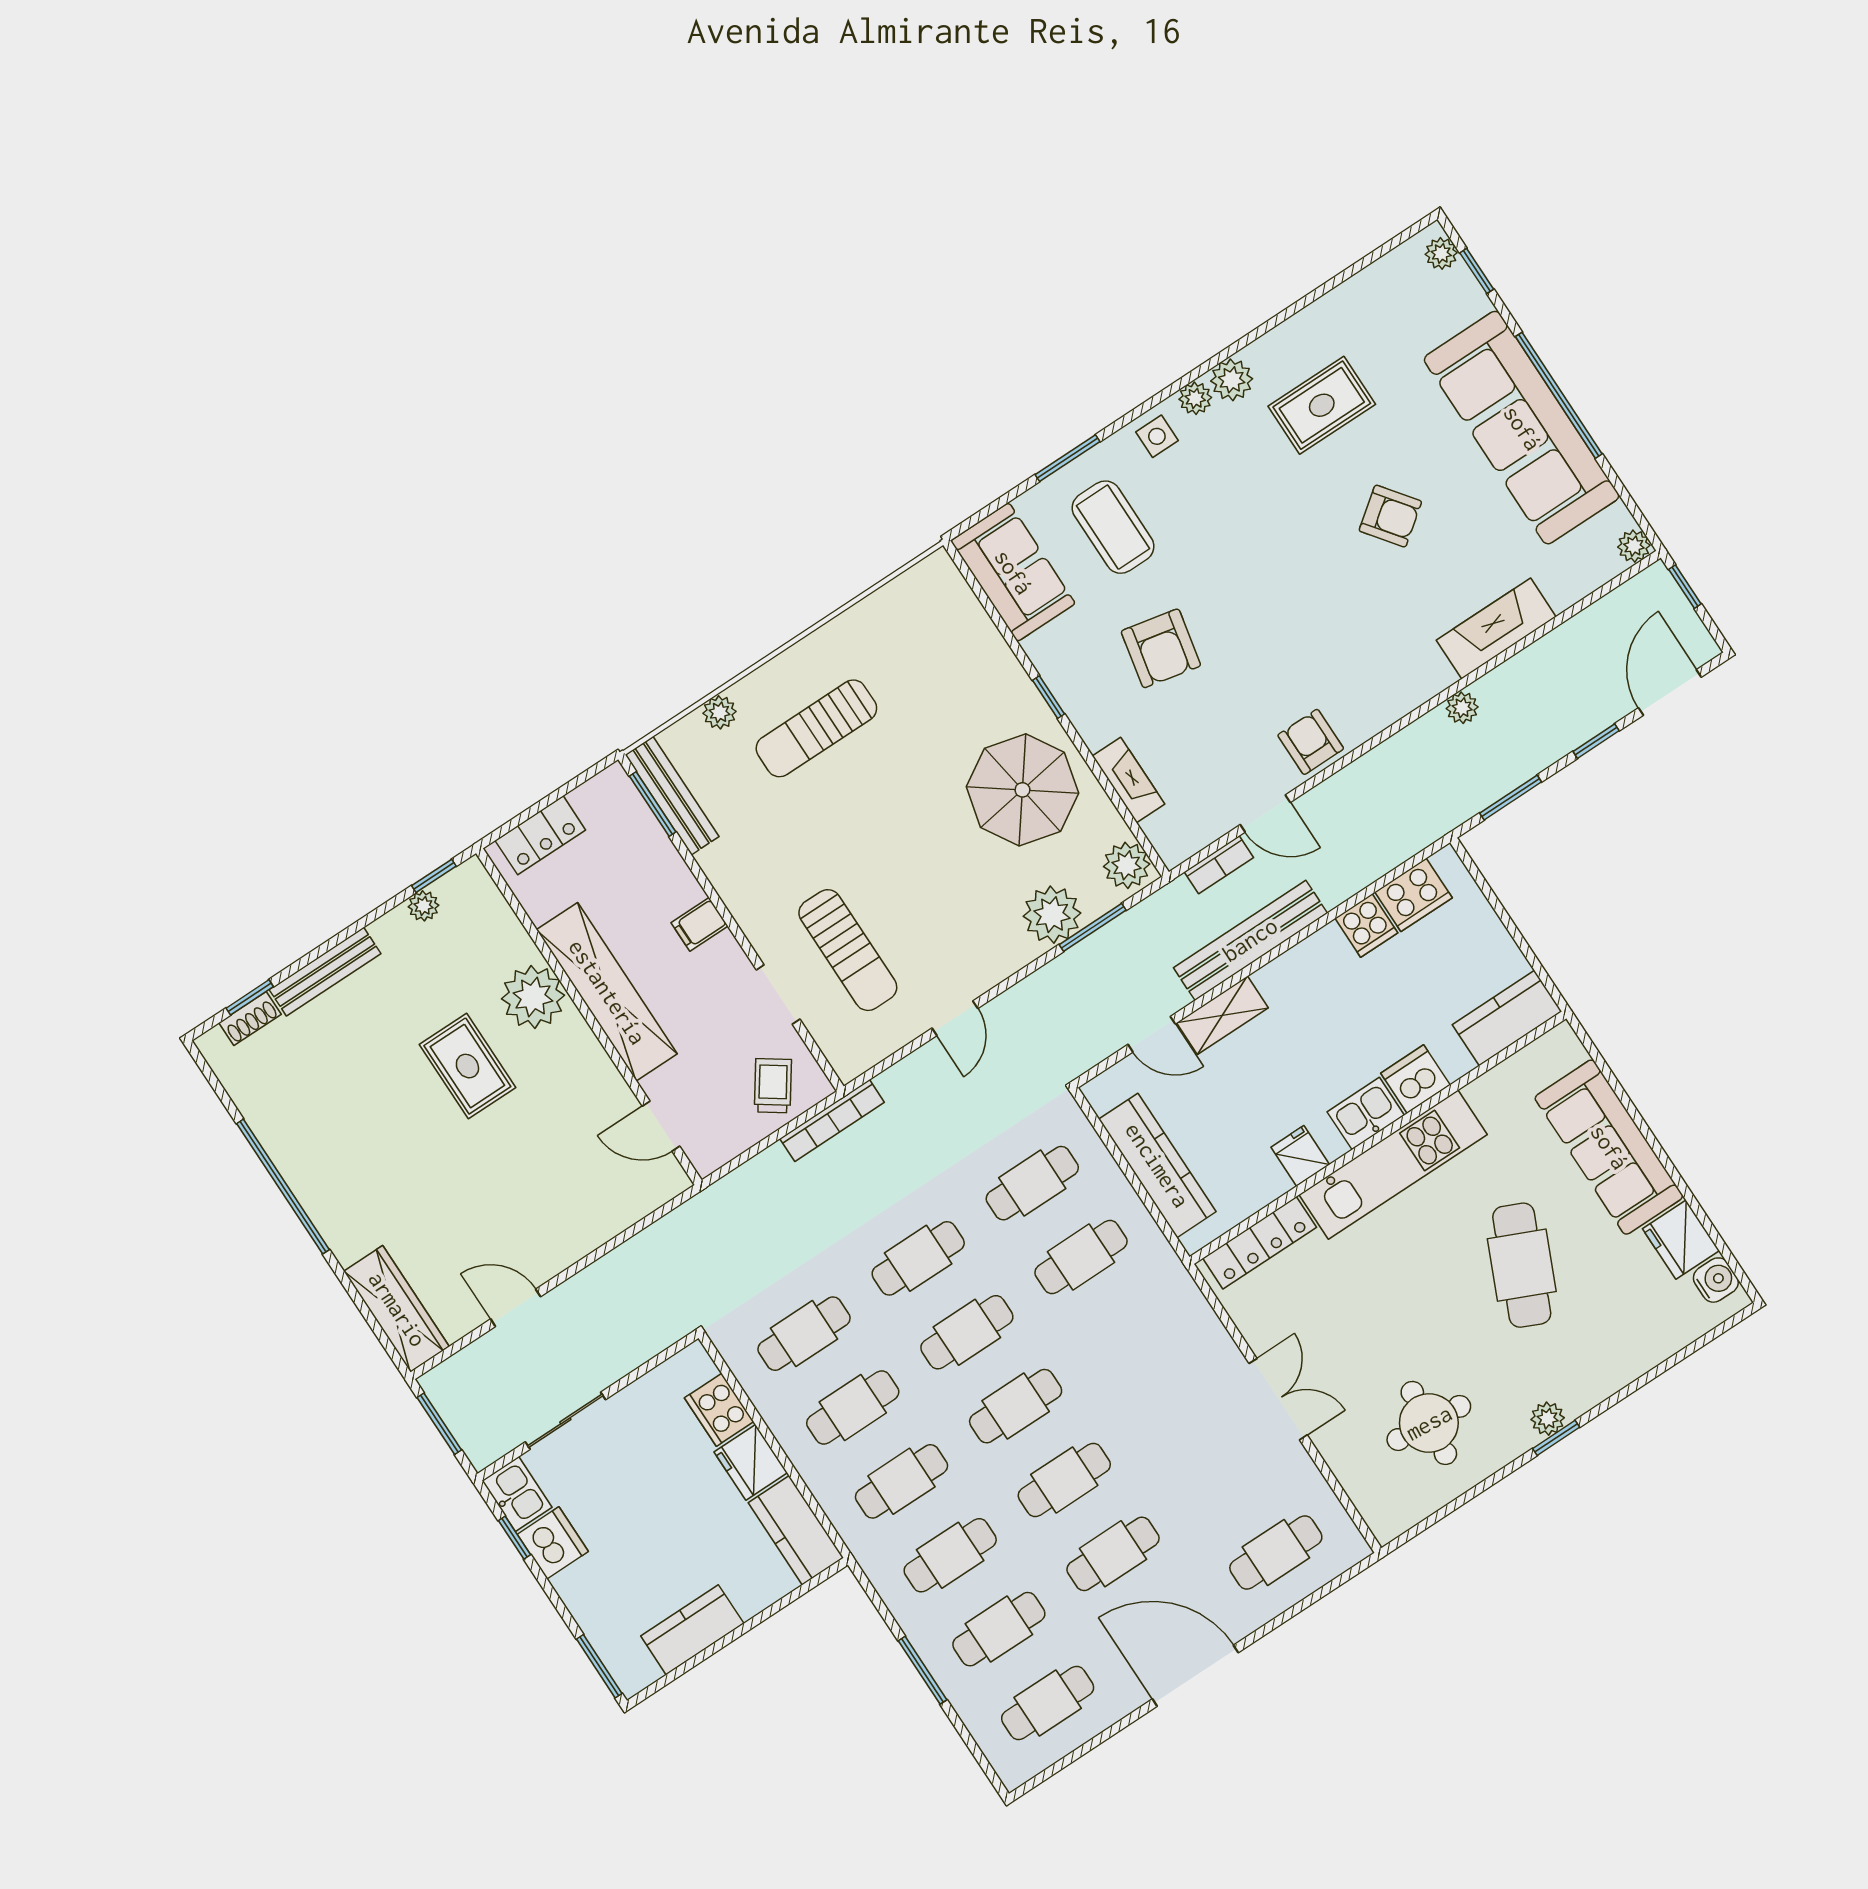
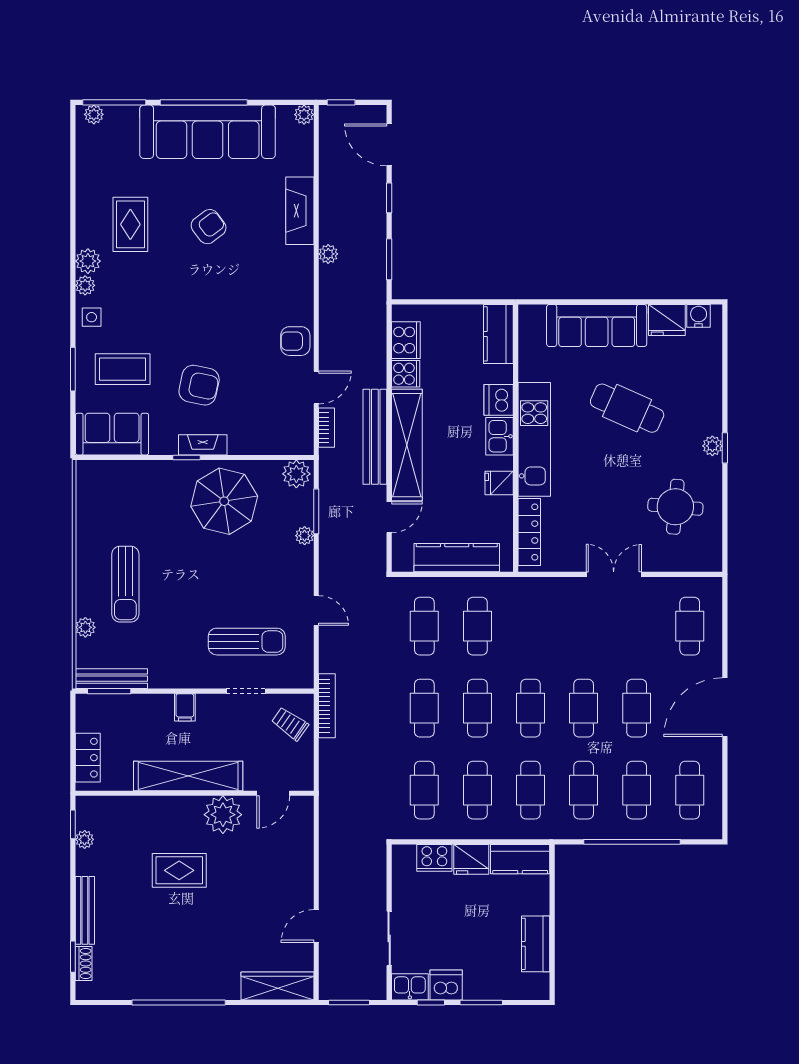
window: (1477, 271) -> (114, 102), width x2.17
fireplace: (1128, 780) -> (203, 445), moved
plant: (1052, 915) -> (305, 536), width x0.53, depth x0.53
plant: (533, 997) -> (223, 815), moved
shelving: (1222, 1015) -> (407, 445), width x2.20, depth x1.33
window: (599, 1666) -> (481, 1002), moved
window: (923, 1670) -> (632, 842), width x2.11

